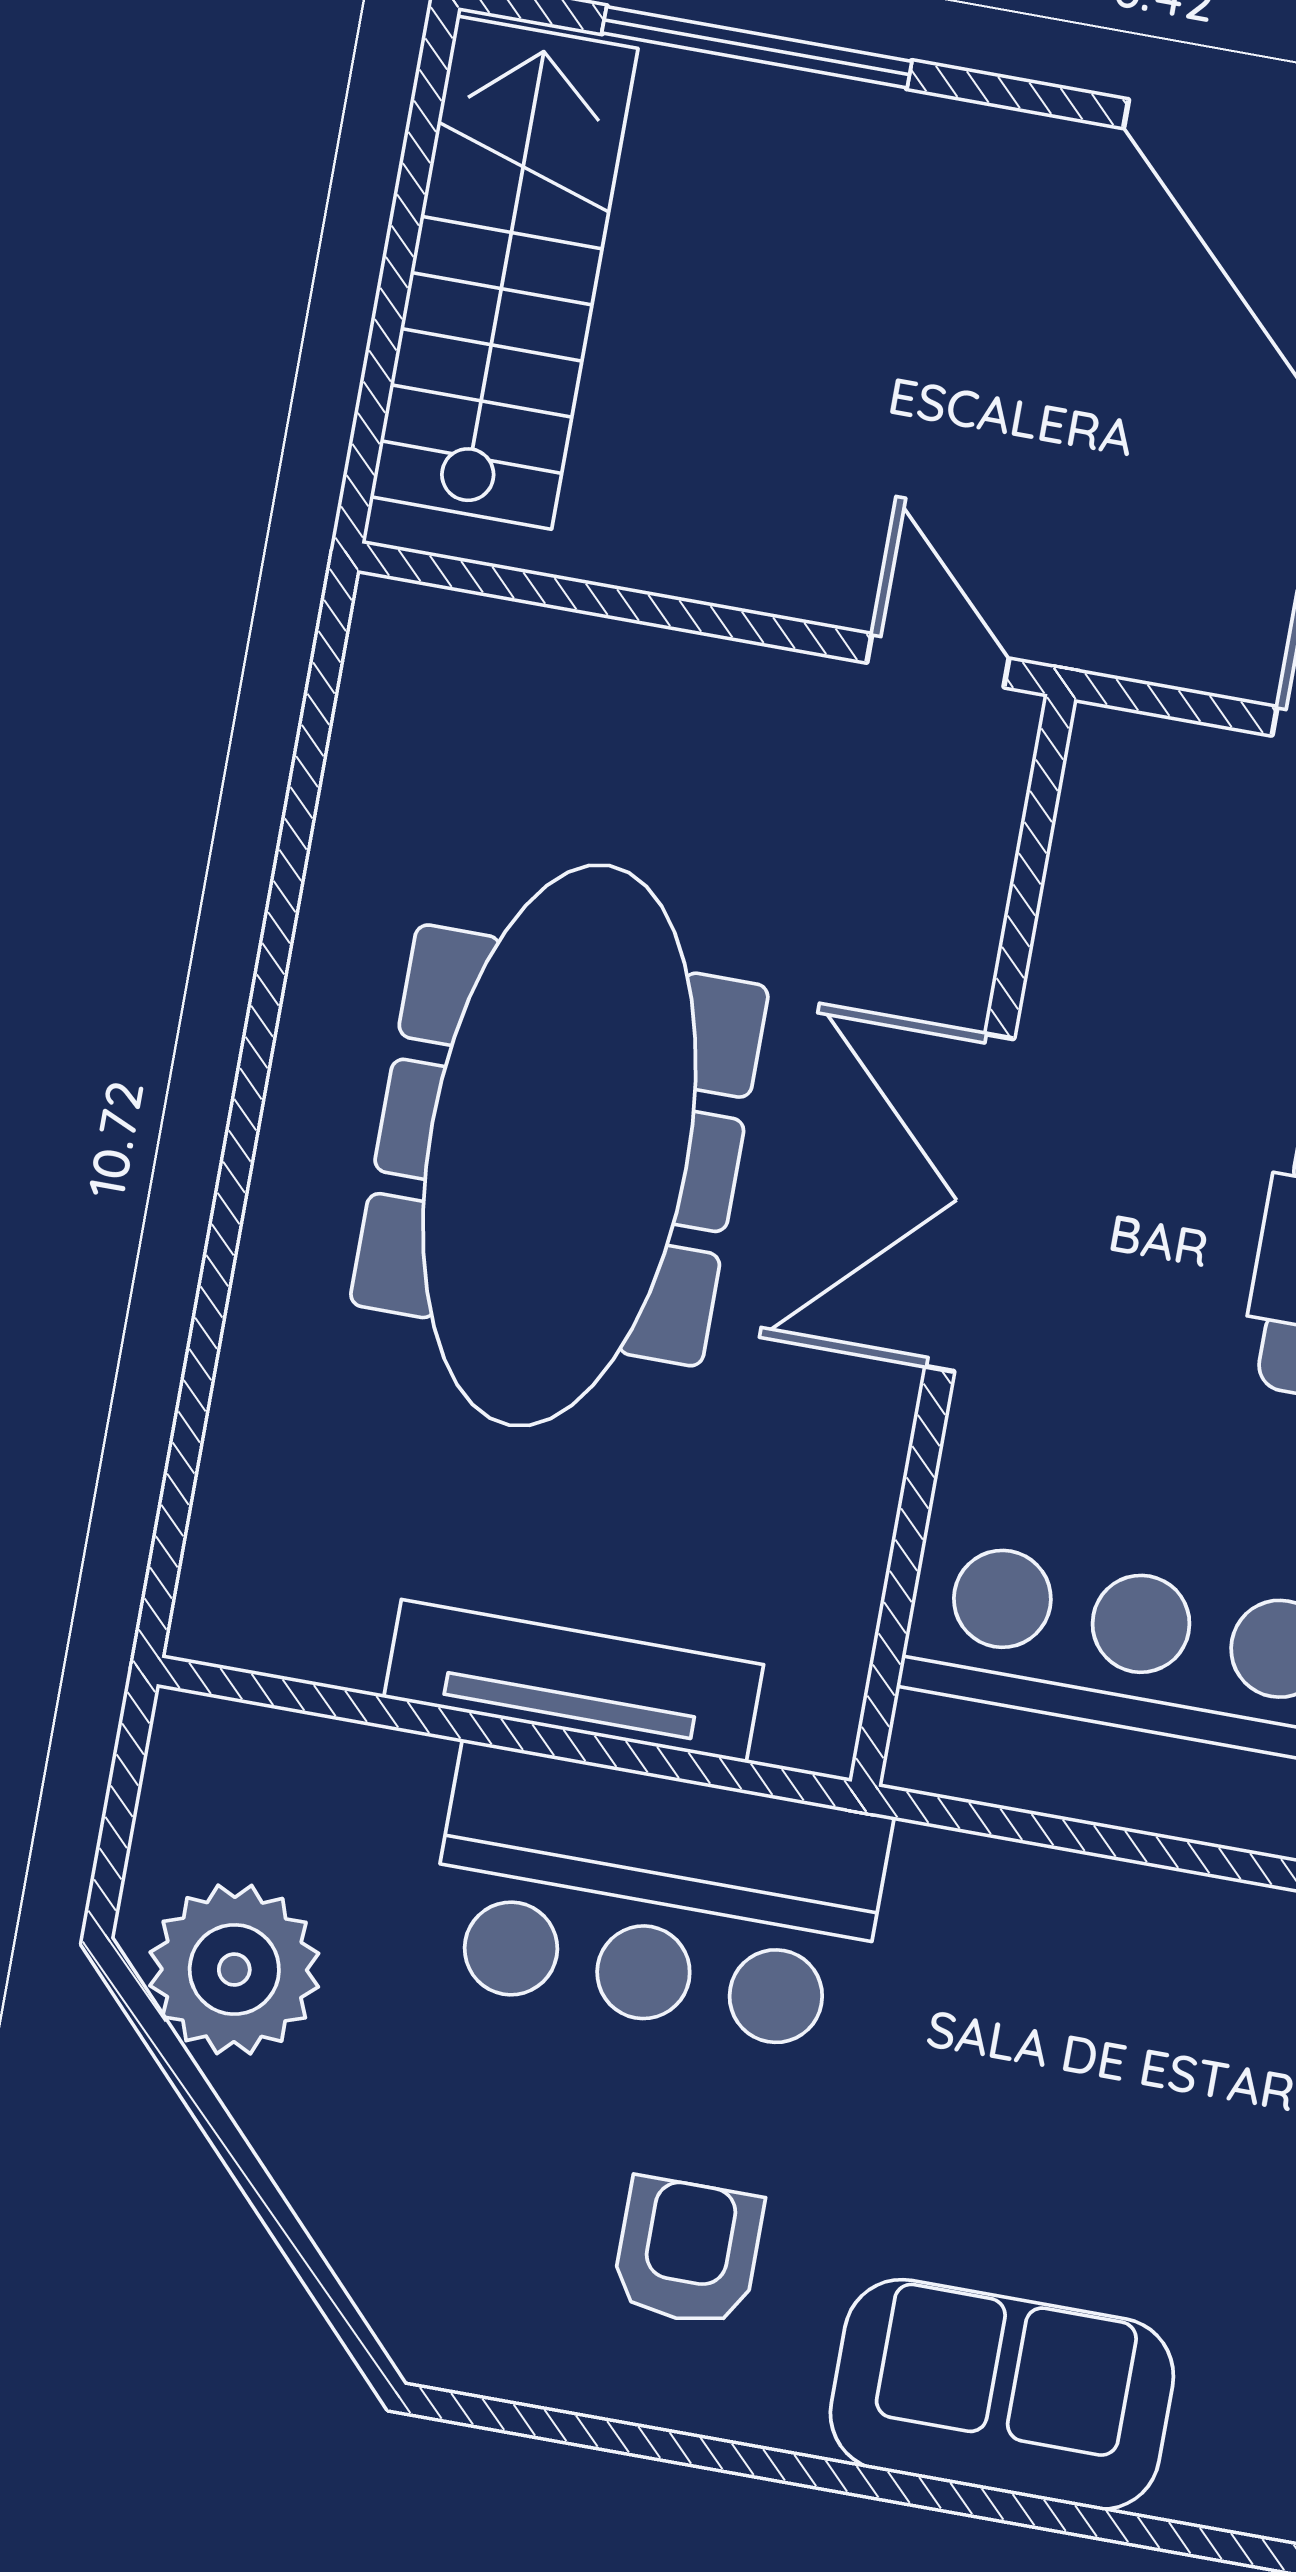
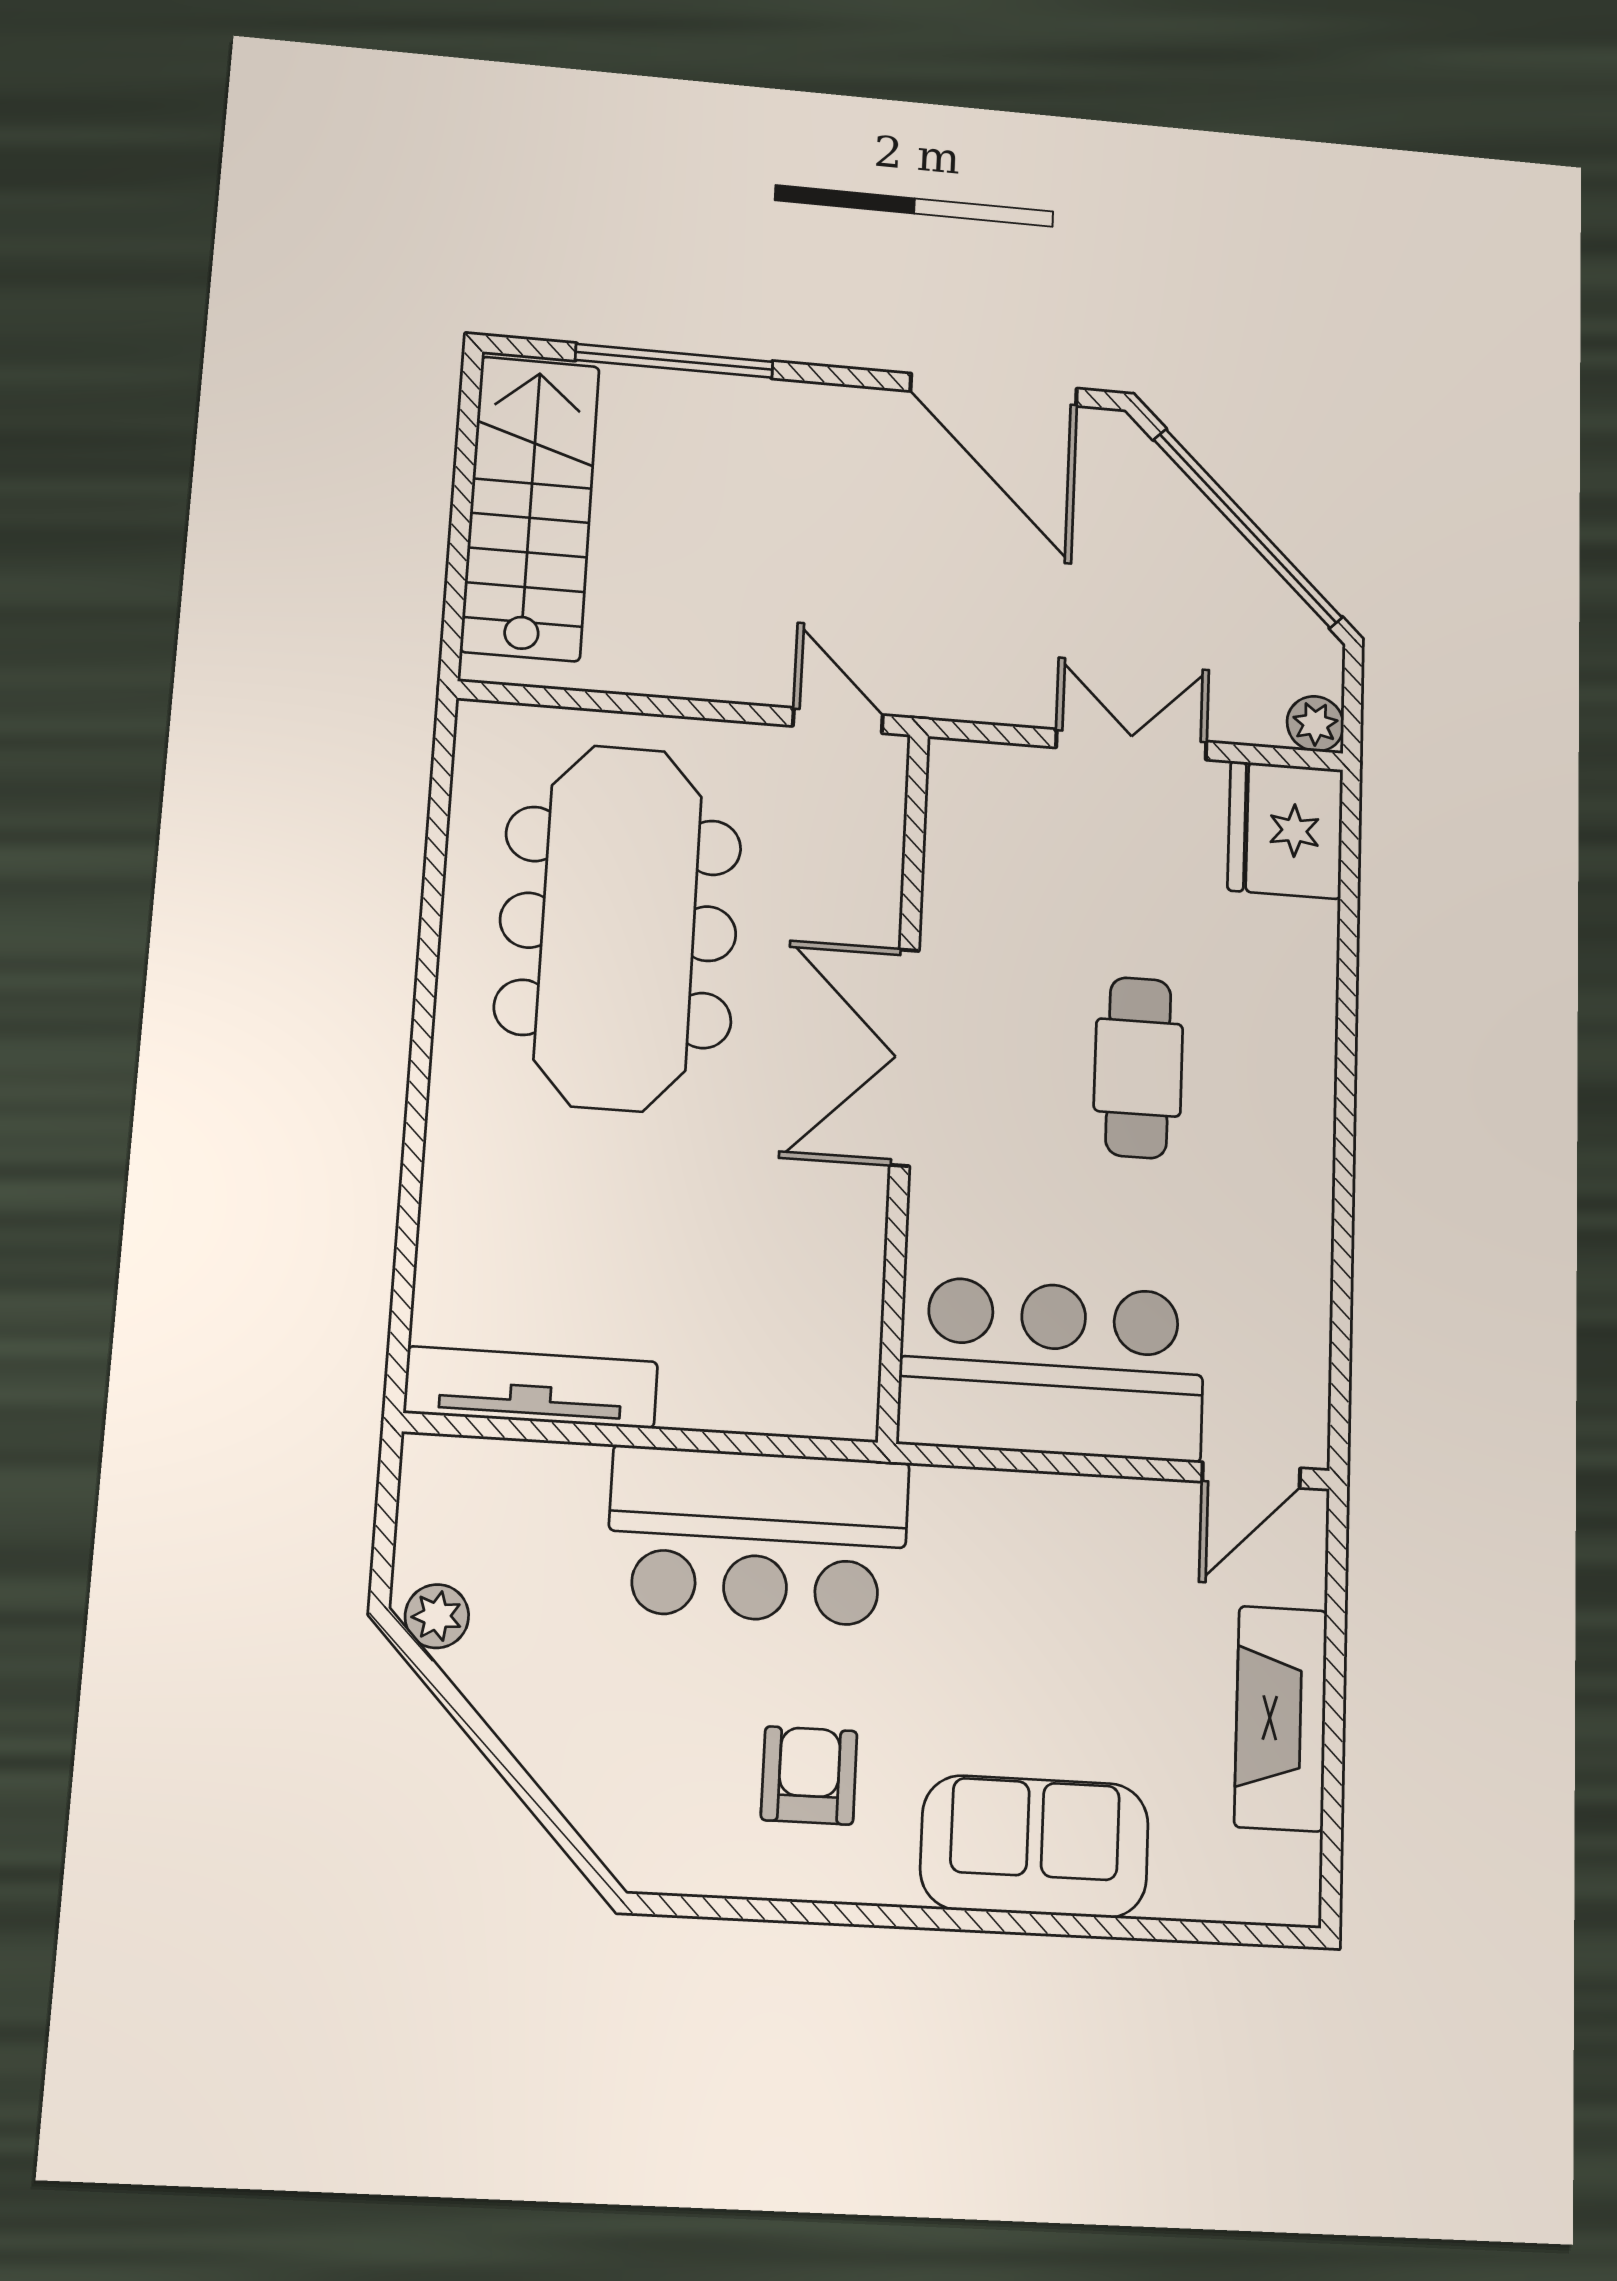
meeting table: (559, 1145) -> (618, 927), moved
tv unit: (574, 1681) -> (531, 1387), moved
plant: (234, 1970) -> (437, 1616), width x0.53, depth x0.53

